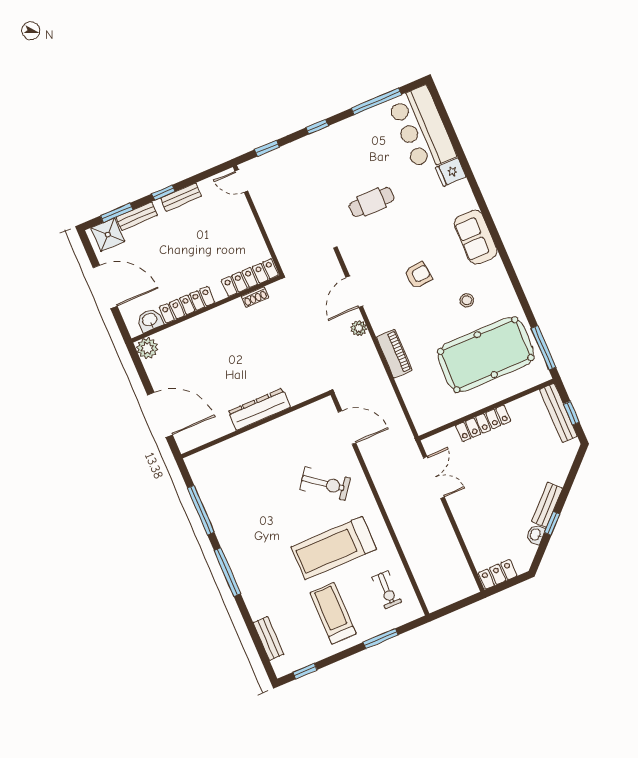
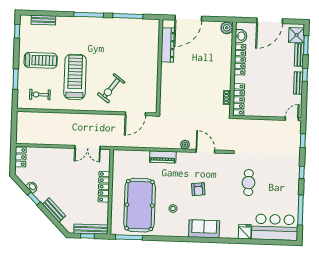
dresser: (259, 409) -> (168, 45), moved
bench: (547, 505) -> (54, 210), moved

